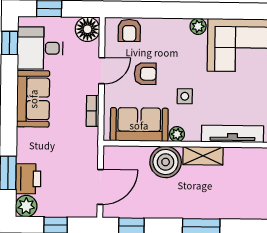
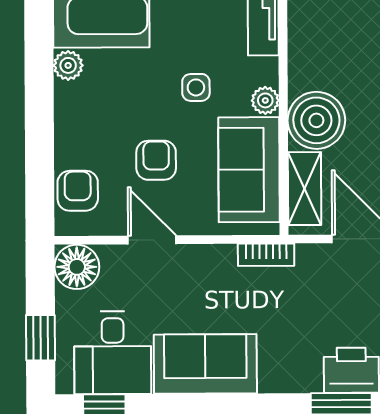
armchair: (129, 30) -> (78, 191), turned -90
bookcase: (93, 111) -> (266, 255), moved
shelving: (203, 156) -> (305, 189), moved

